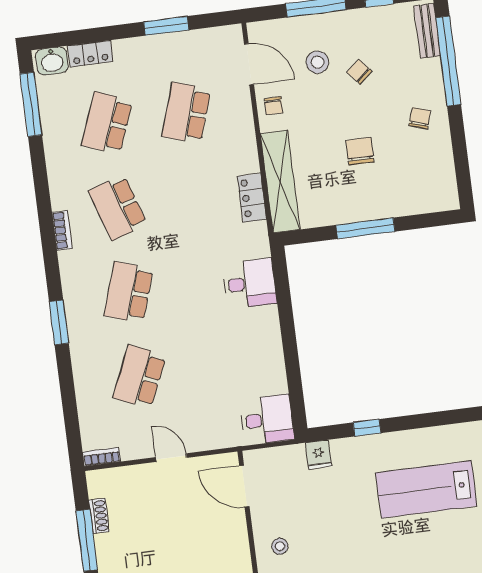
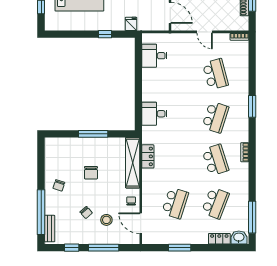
school desk: (139, 377) -> (215, 74), turned -39
desk: (267, 420) -> (154, 56), moved

